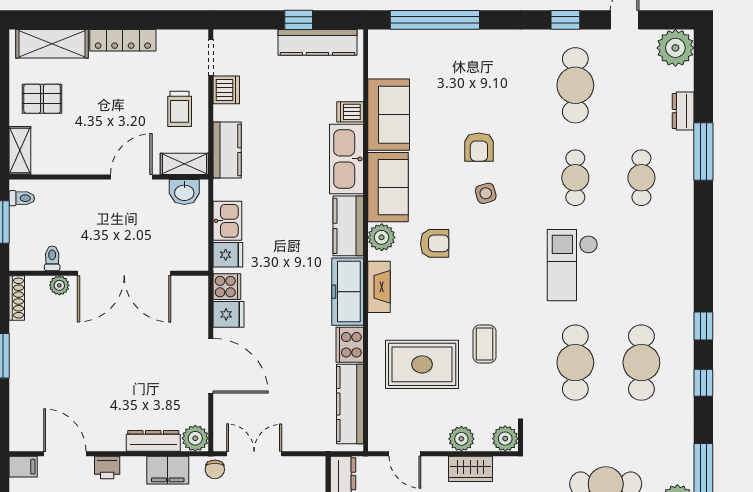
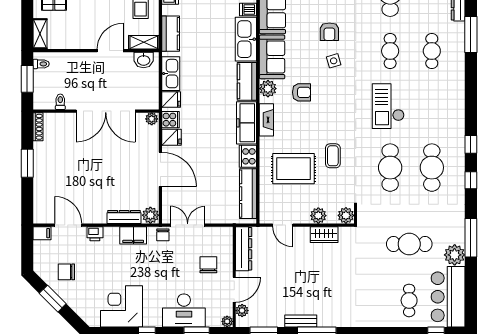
kitchen sink: (227, 221) -> (171, 74), width x1.38
plant: (59, 285) -> (152, 119), moved

